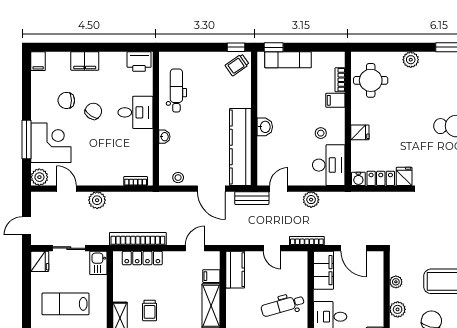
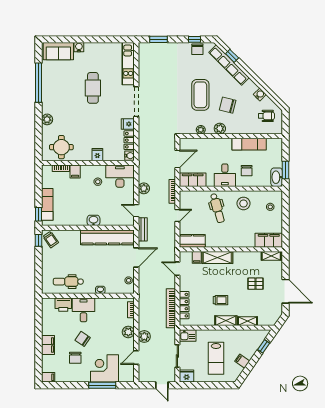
printer: (139, 62) -> (63, 305), moved, turned 90
plant: (39, 177) -> (128, 332), moved

